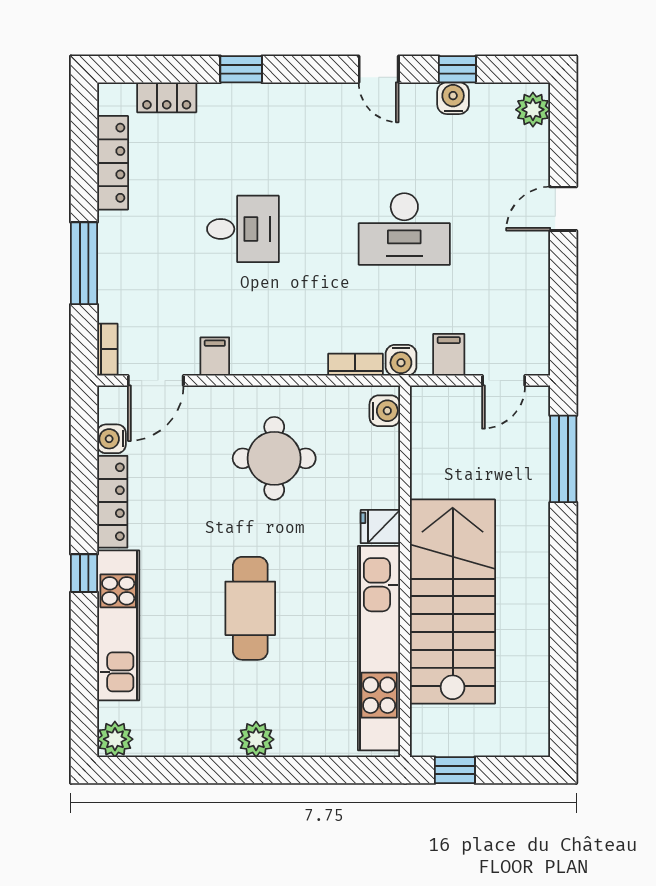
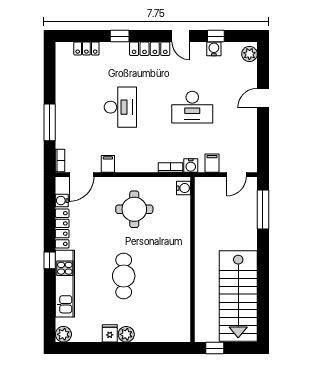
locker: (113, 163) -> (150, 49), moved, turned 90
desk: (243, 229) -> (120, 107), width x1.37
fridge: (380, 527) -> (110, 333), moved, turned 90
stairs: (453, 602) -> (238, 296), moved, turned 180
kitchen unit: (379, 648) -> (181, 294), removed

